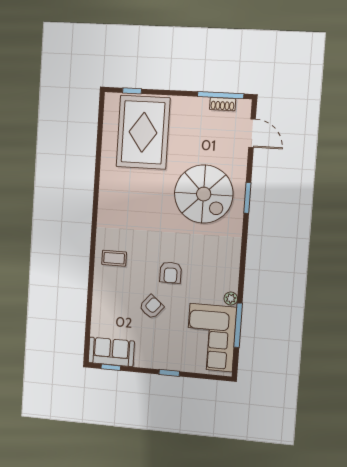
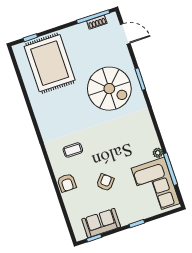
coffee table: (114, 258) -> (73, 150), moved
armchair: (171, 272) -> (67, 183), moved
sofa: (111, 352) -> (101, 223), moved

